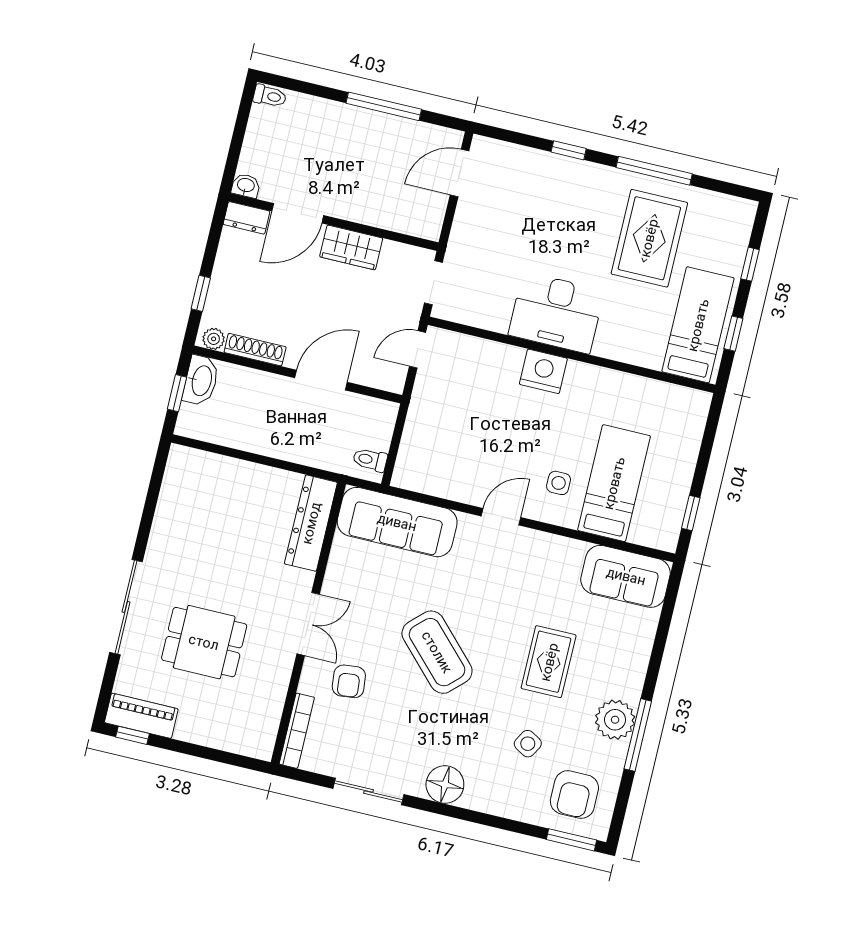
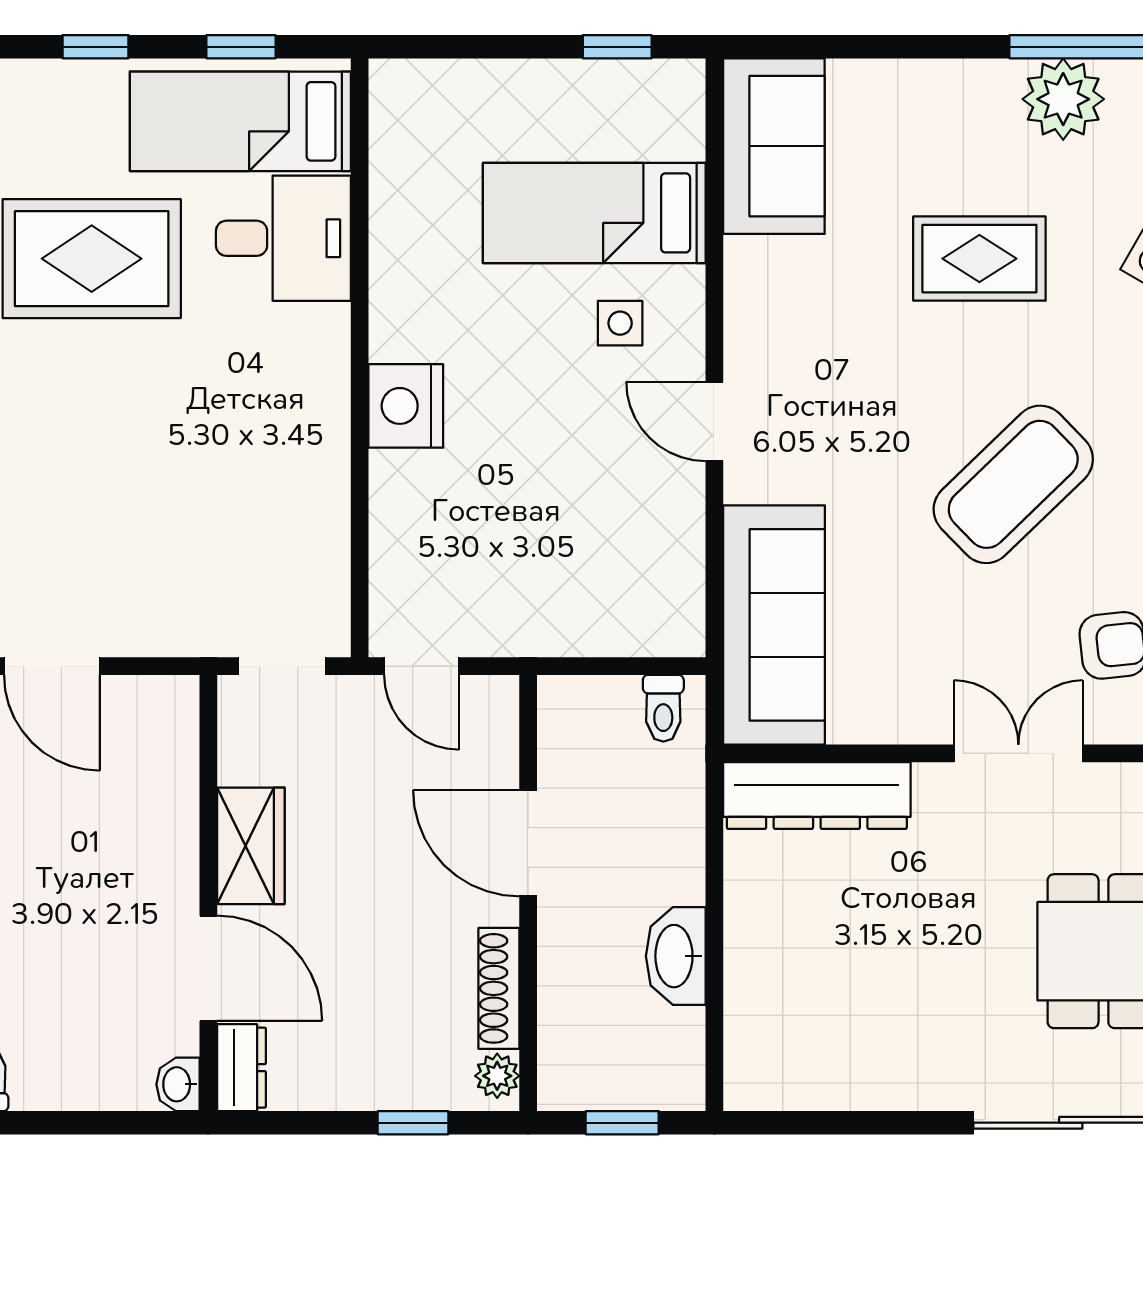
desk: (556, 313) -> (283, 238), moved, width x0.73
washbasin: (201, 381) -> (676, 956), moved, turned -90

